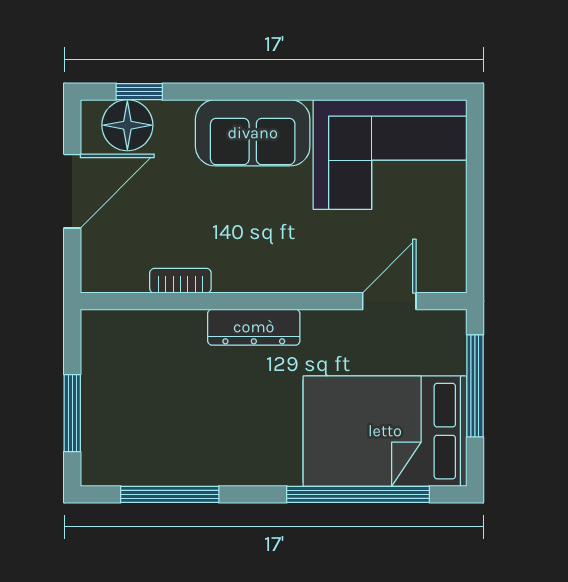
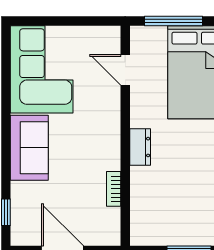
floor lamp: (127, 125) -> (25, 219), removed
dresser: (254, 327) -> (140, 147), width x0.70

